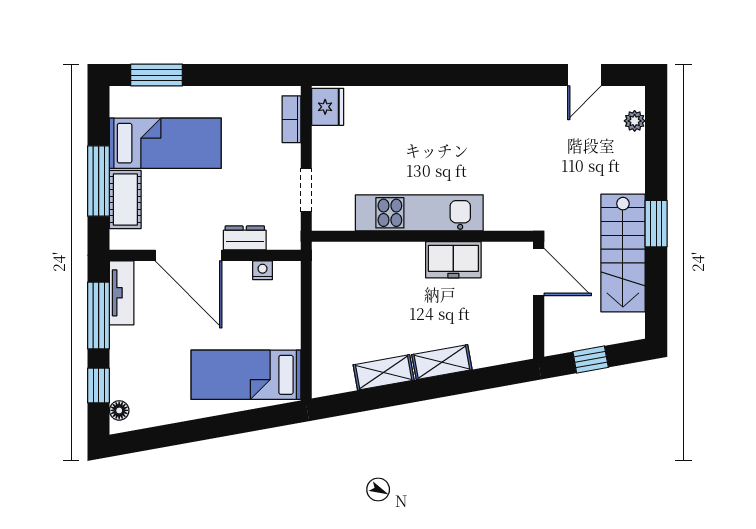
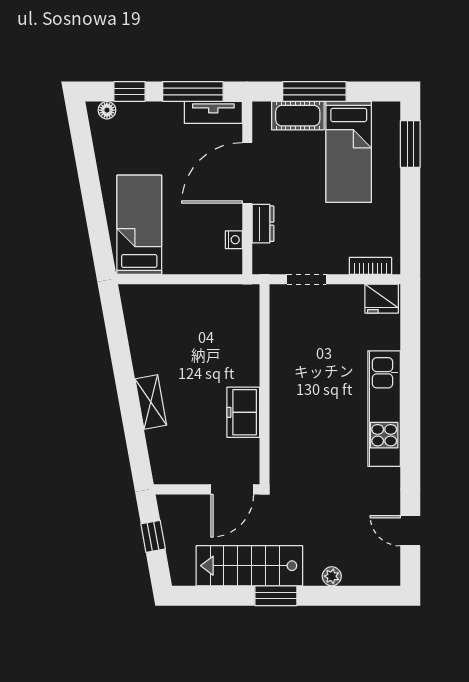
plant: (635, 121) -> (332, 576), moved
kitchen unit: (419, 213) -> (384, 409), moved, turned 180
shelving: (384, 372) -> (141, 349), removed

